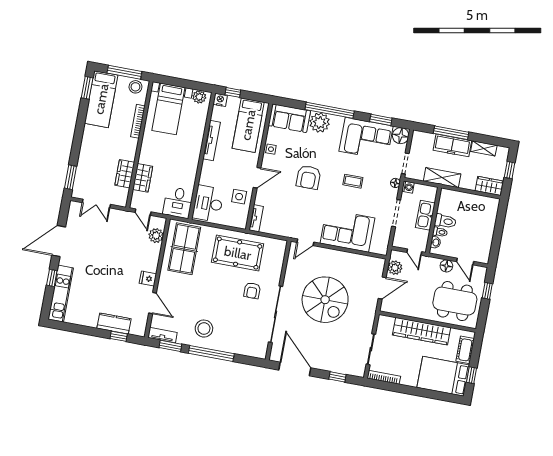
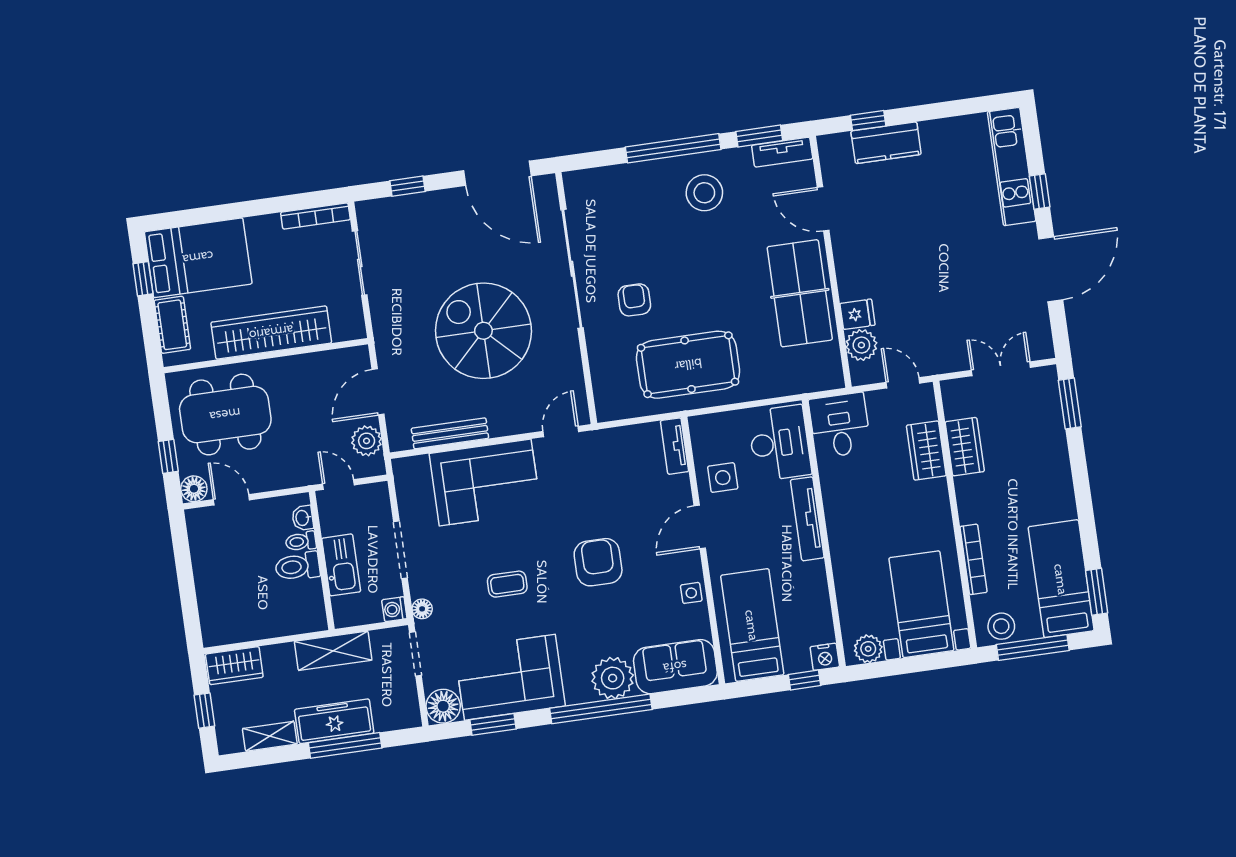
tv unit: (212, 141) -> (807, 519), moved
table tennis table: (184, 249) -> (800, 293), moved
bench: (356, 258) -> (450, 433), added
floor lamp: (446, 266) -> (194, 489), moved
fridge: (148, 279) -> (857, 314), moved

